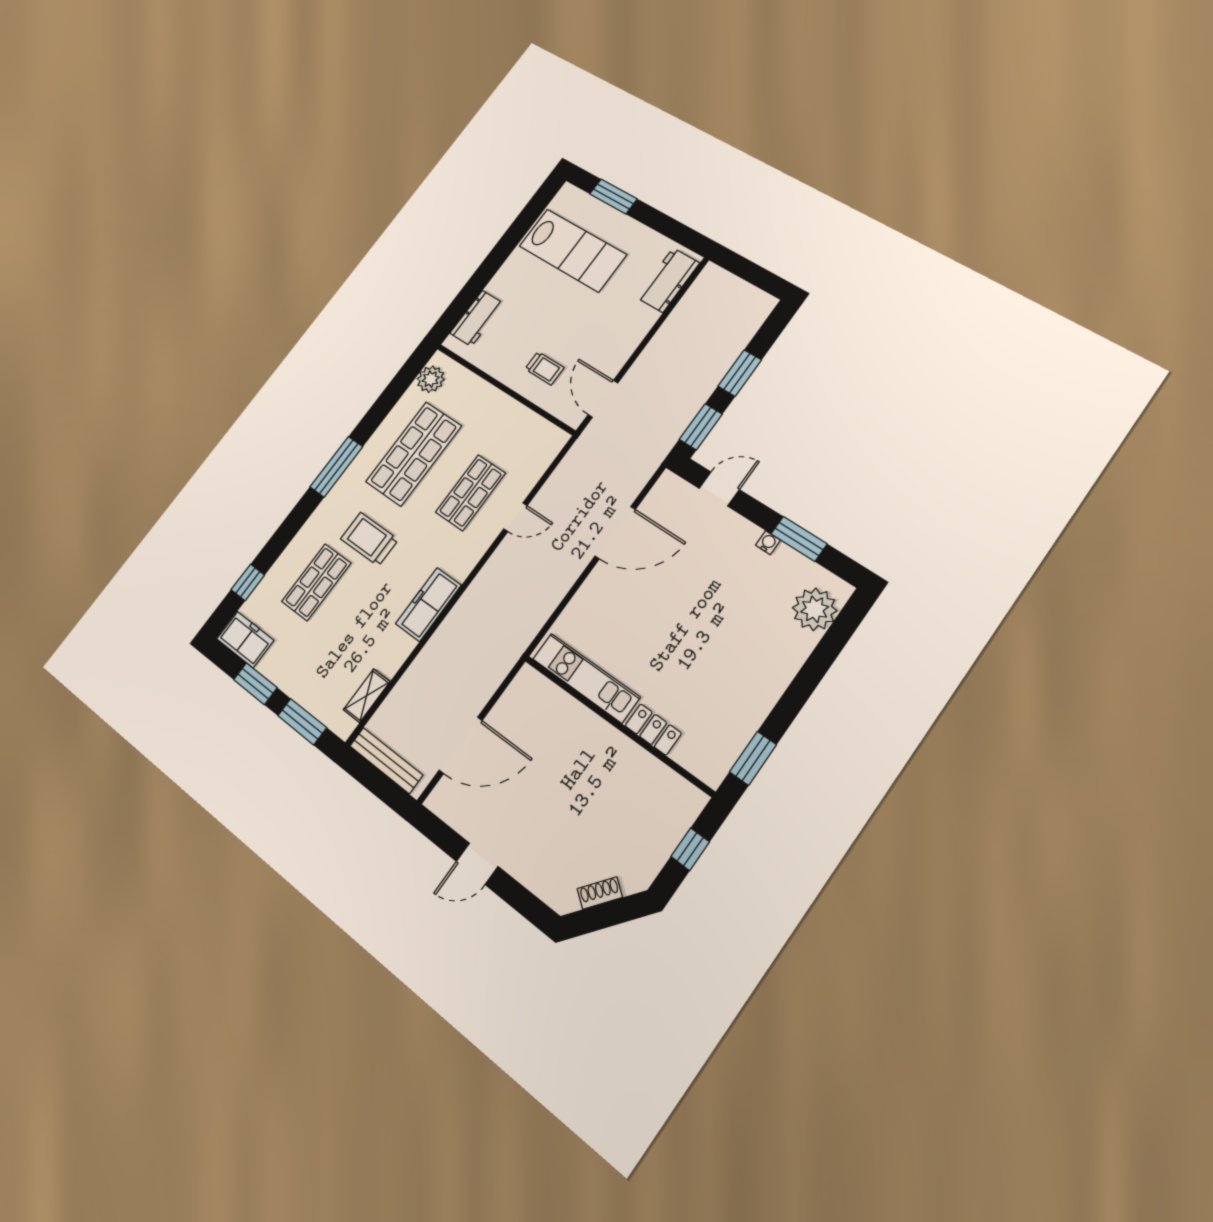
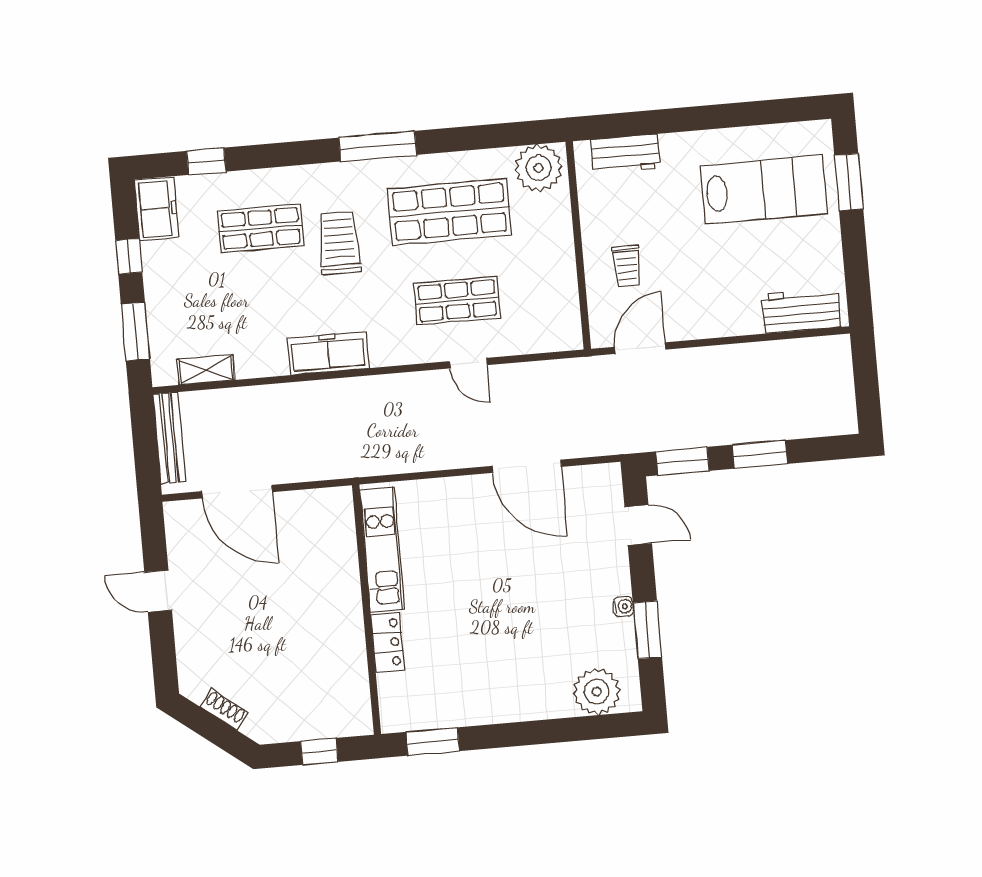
lab bench: (573, 250) -> (764, 190), turned -90
plant: (431, 379) -> (539, 168), width x1.36, depth x1.36
window: (255, 684) -> (129, 256), width x0.67

